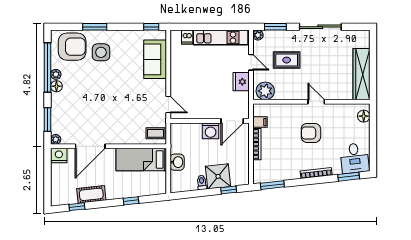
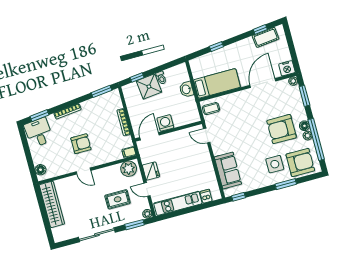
armchair: (72, 47) -> (300, 162), turned 180
armchair: (83, 89) -> (282, 129), added
filing cabinet: (260, 122) -> (129, 152), moved
cot: (91, 194) -> (266, 37), moved

